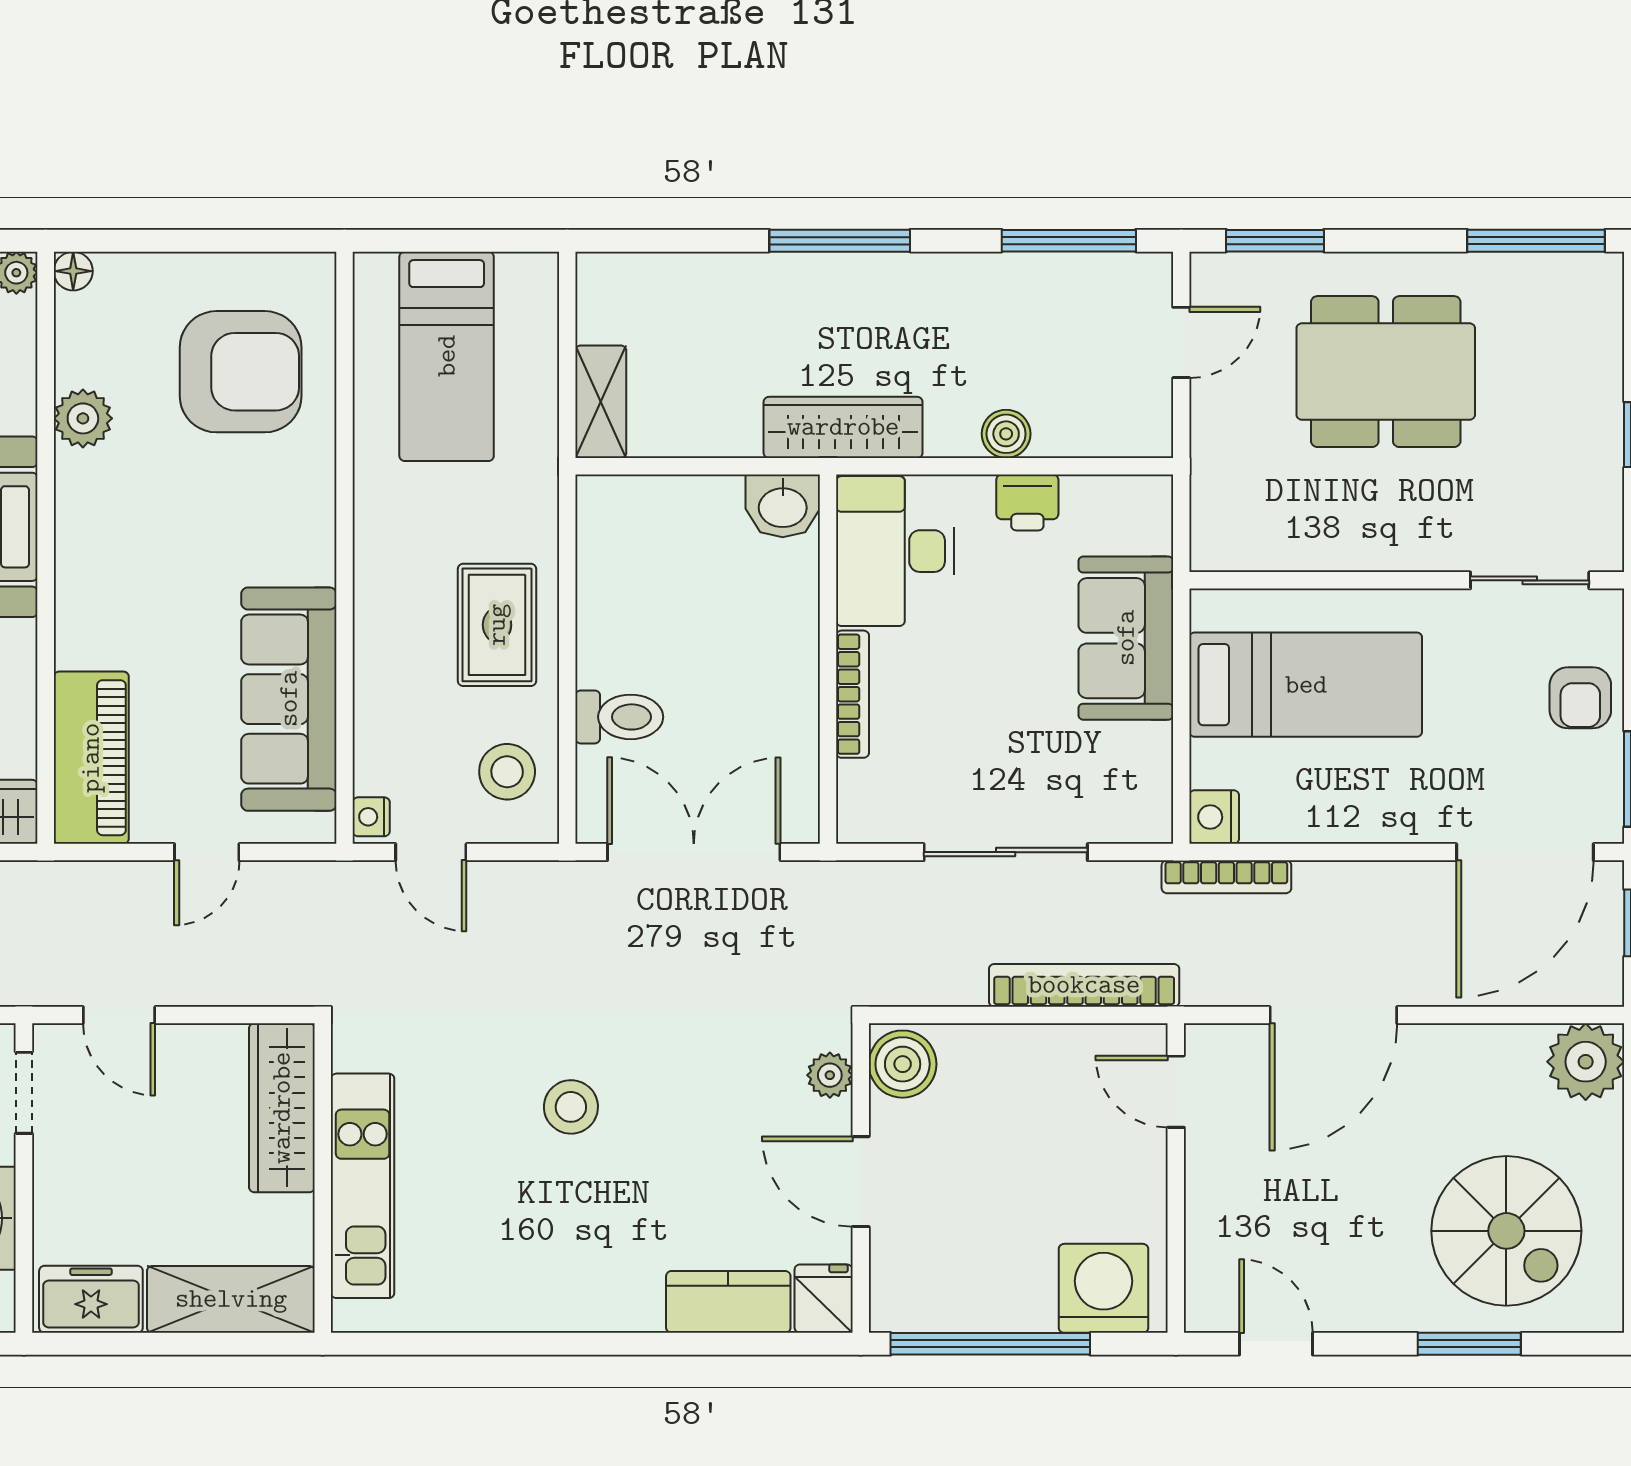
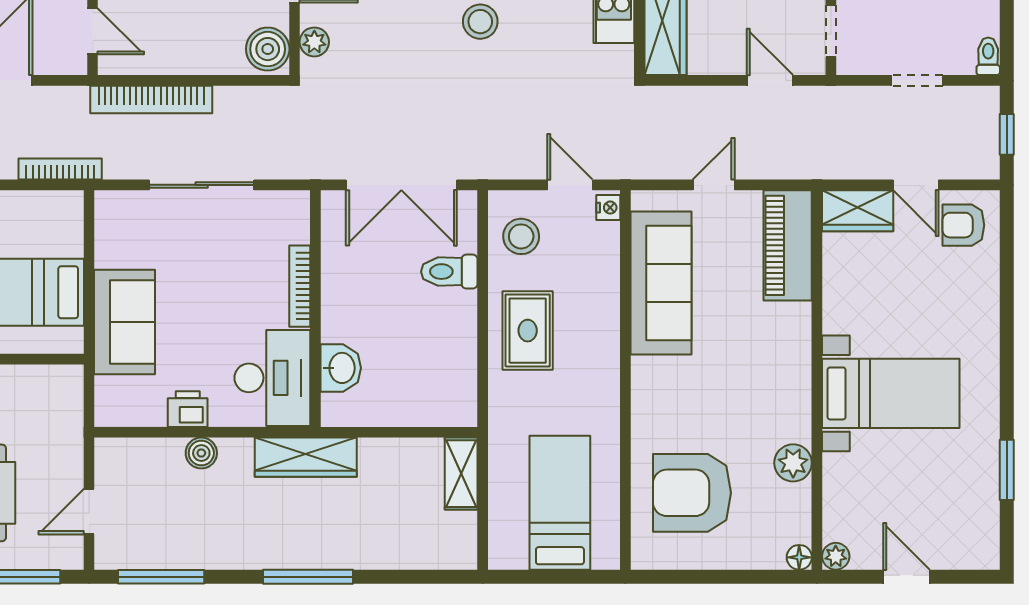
washbasin: (783, 506) -> (341, 368), moved, turned 90
nightstand: (1214, 817) -> (68, 207), removed

